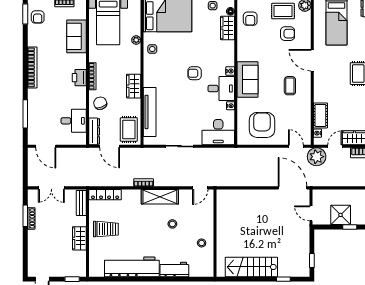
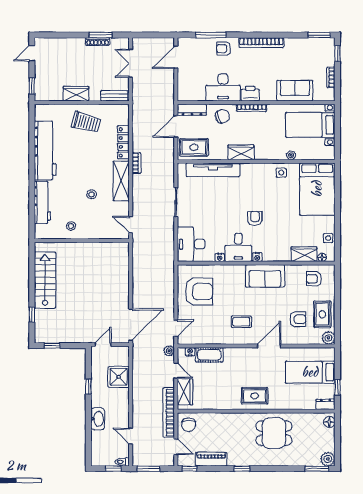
armchair: (38, 17) -> (224, 49), moved
armchair: (288, 34) -> (298, 319), turned -90
sofa: (247, 79) -> (265, 276), moved
desk: (74, 121) -> (223, 87), moved, width x1.37
plant: (317, 157) -> (169, 351), width x0.53, depth x0.53
locker: (105, 195) -> (123, 142), moved
shower: (341, 215) -> (119, 377), moved
trolley: (106, 229) -> (86, 122), turned -75
workbench: (174, 269) -> (42, 202), width x1.38

